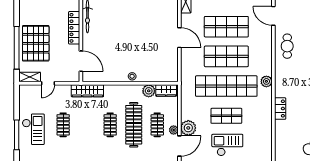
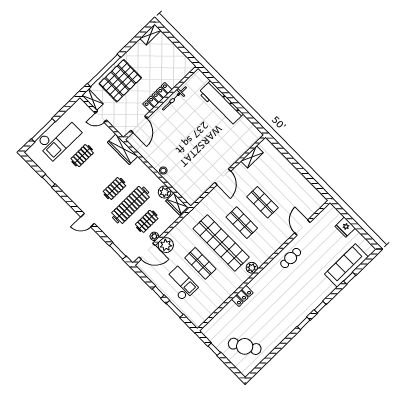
shop shelf: (226, 27) -> (263, 202), width x0.70, depth x0.74
shop shelf: (226, 56) -> (242, 223), width x0.70, depth x0.74
checkout: (33, 129) -> (59, 138), width x1.36, depth x1.21

